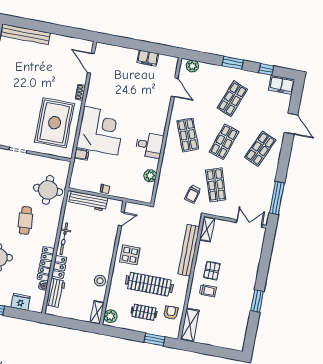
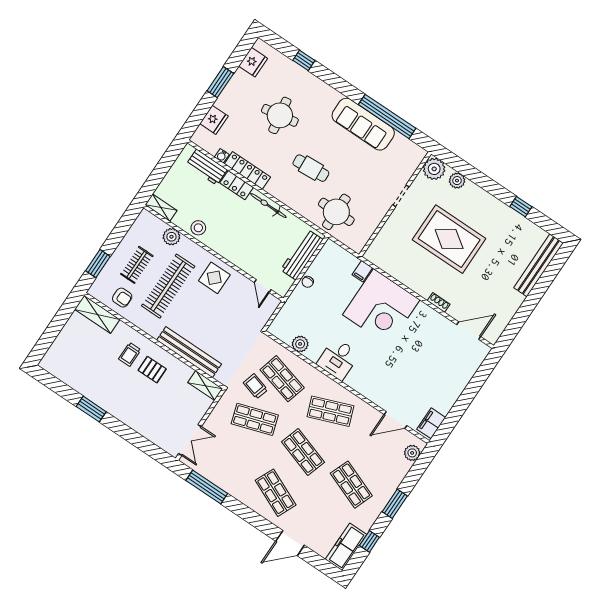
filing cabinet: (148, 58) -> (431, 423), moved
freezer: (282, 85) -> (346, 547), width x1.40
rug: (55, 123) -> (449, 239), moved
shop shelf: (180, 178) -> (282, 379), added
plant: (110, 316) -> (171, 237), moved

